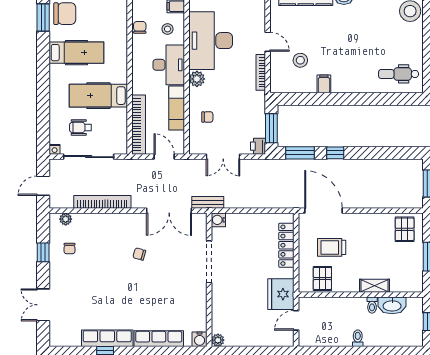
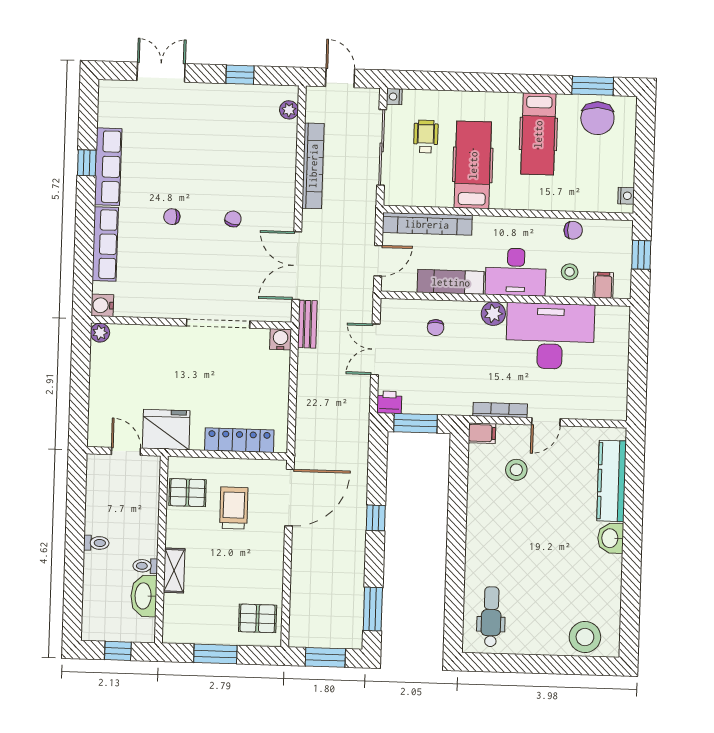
filing cabinet: (324, 84) -> (482, 433), moved
window: (300, 153) -> (373, 609), moved
chair: (69, 248) -> (172, 217), moved

